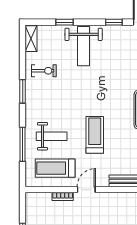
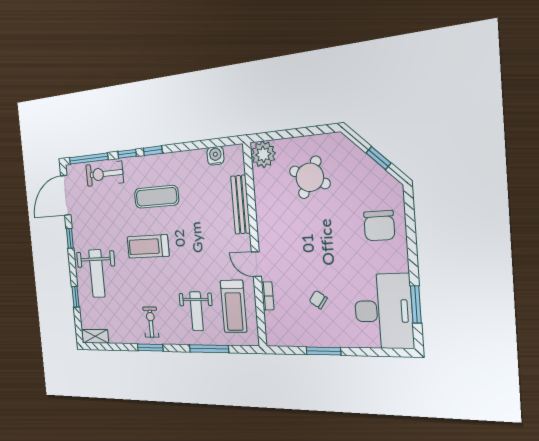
weight bench: (84, 46) -> (97, 273), turned 90
exercise bike: (44, 71) -> (151, 322), moved
treadmill: (95, 135) -> (148, 246), moved
weight bench: (52, 136) -> (196, 311), turned 180

